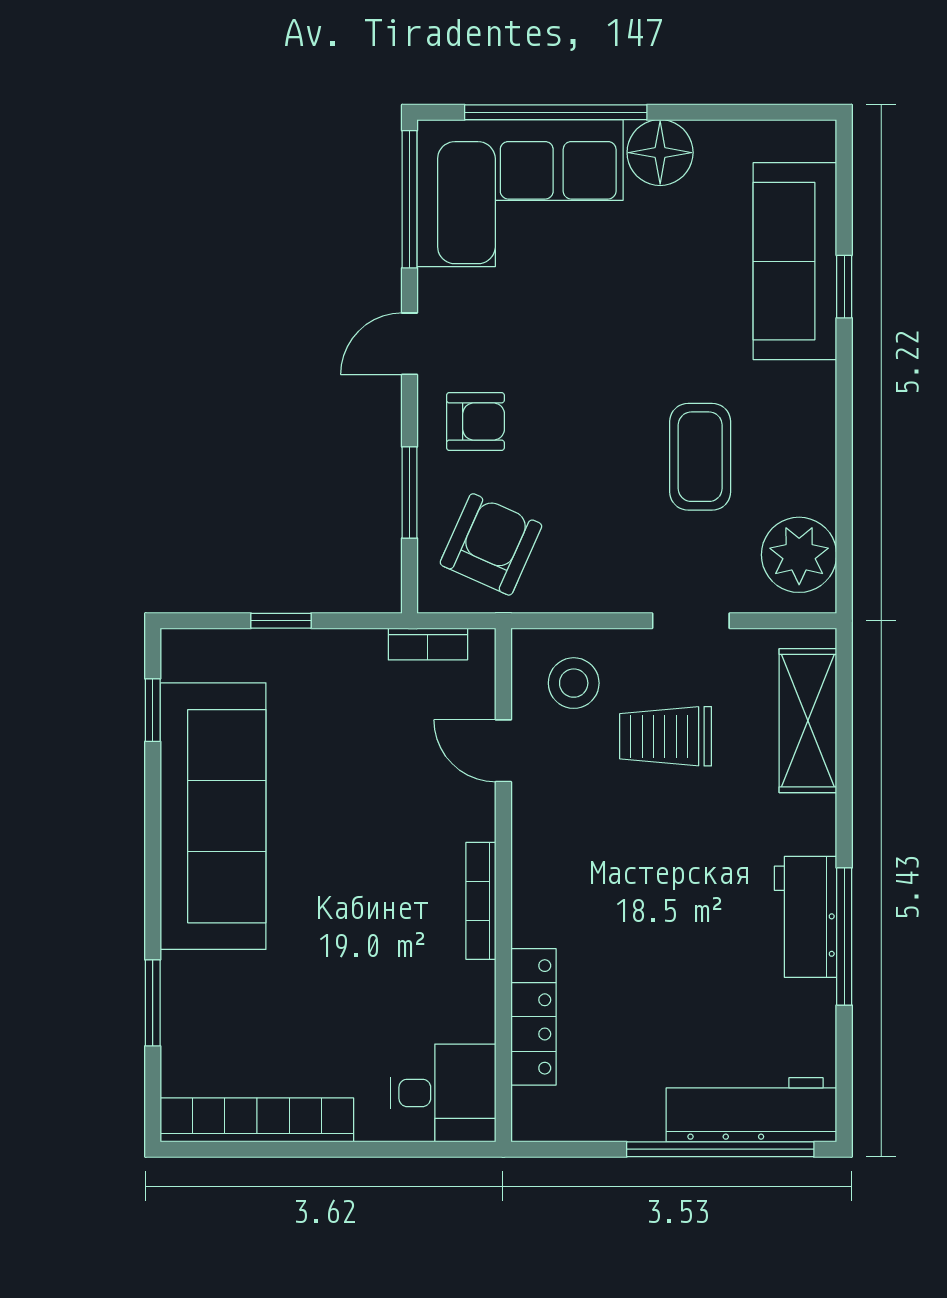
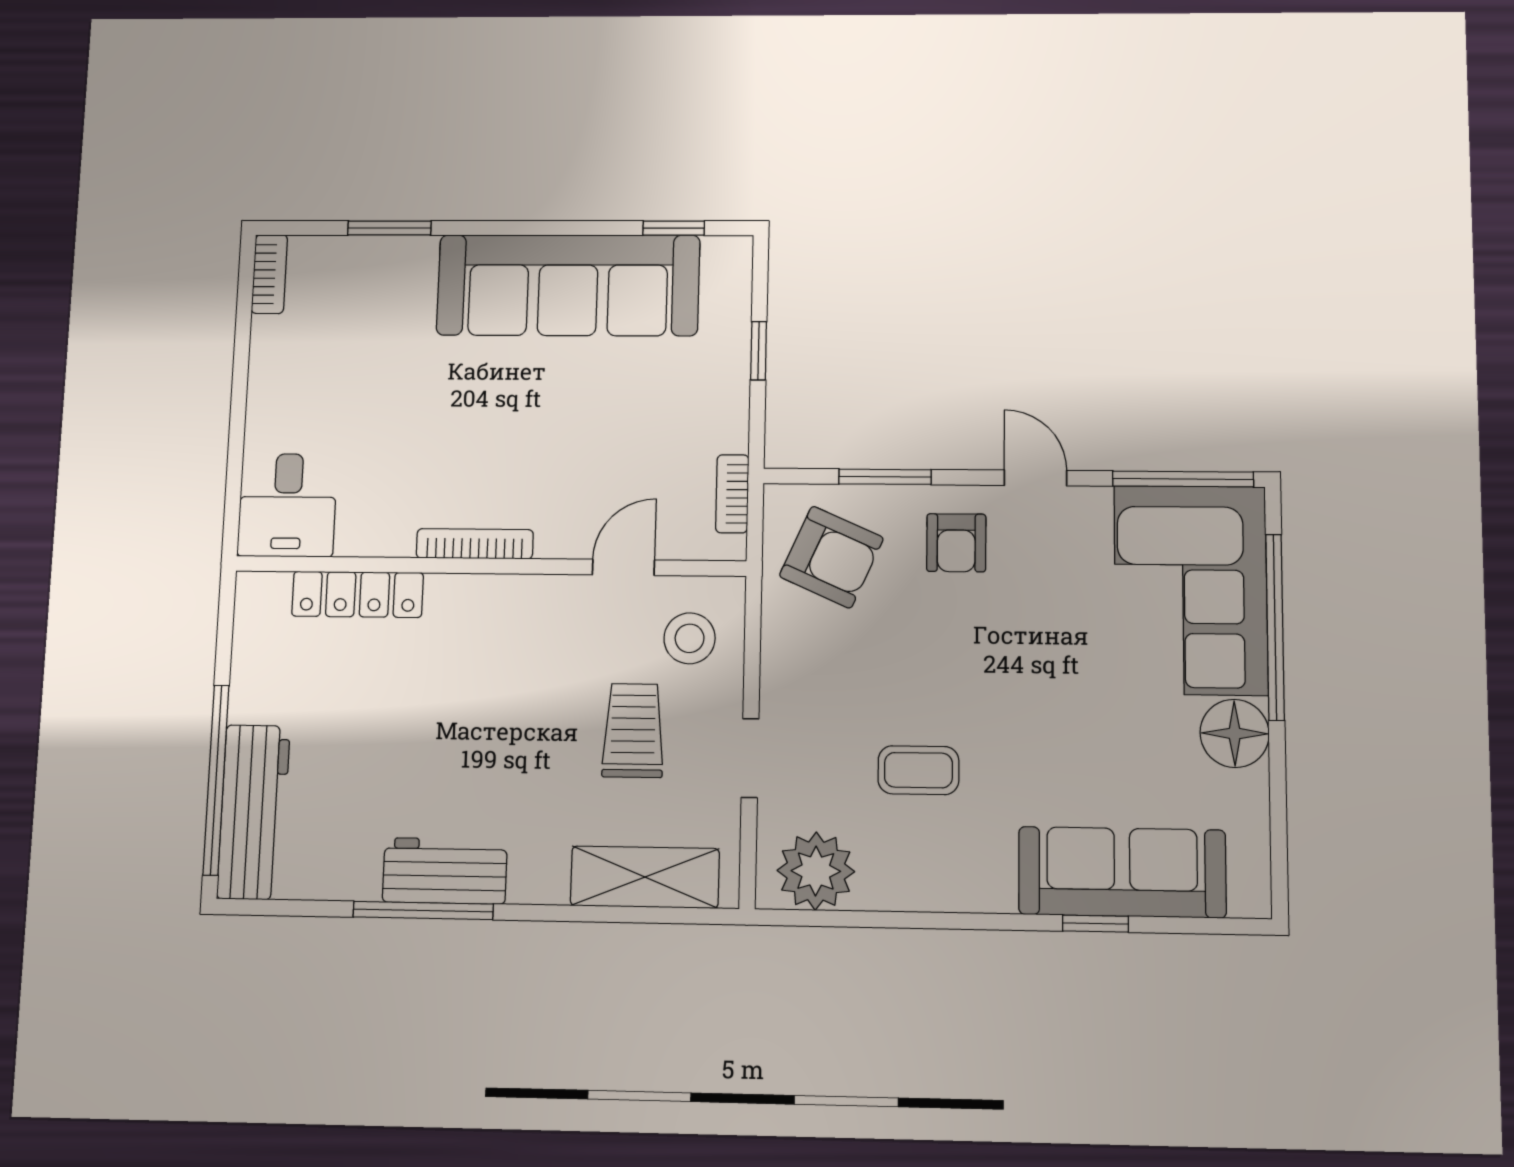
coffee table: (700, 457) -> (918, 770), width x0.73, depth x0.77
bookcase: (257, 1120) -> (269, 274), width x0.43, depth x0.76

